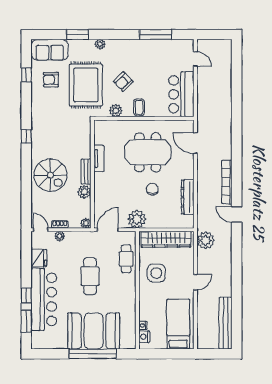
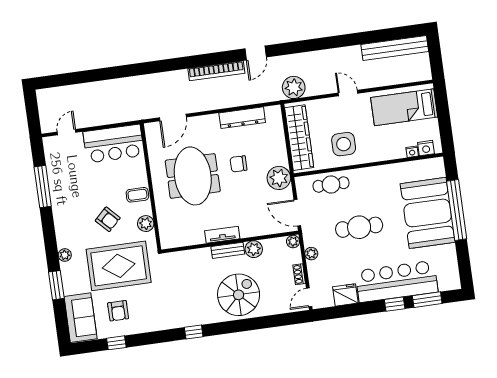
tv unit: (99, 159) -> (222, 235), moved
plant: (60, 236) -> (311, 254), moved

